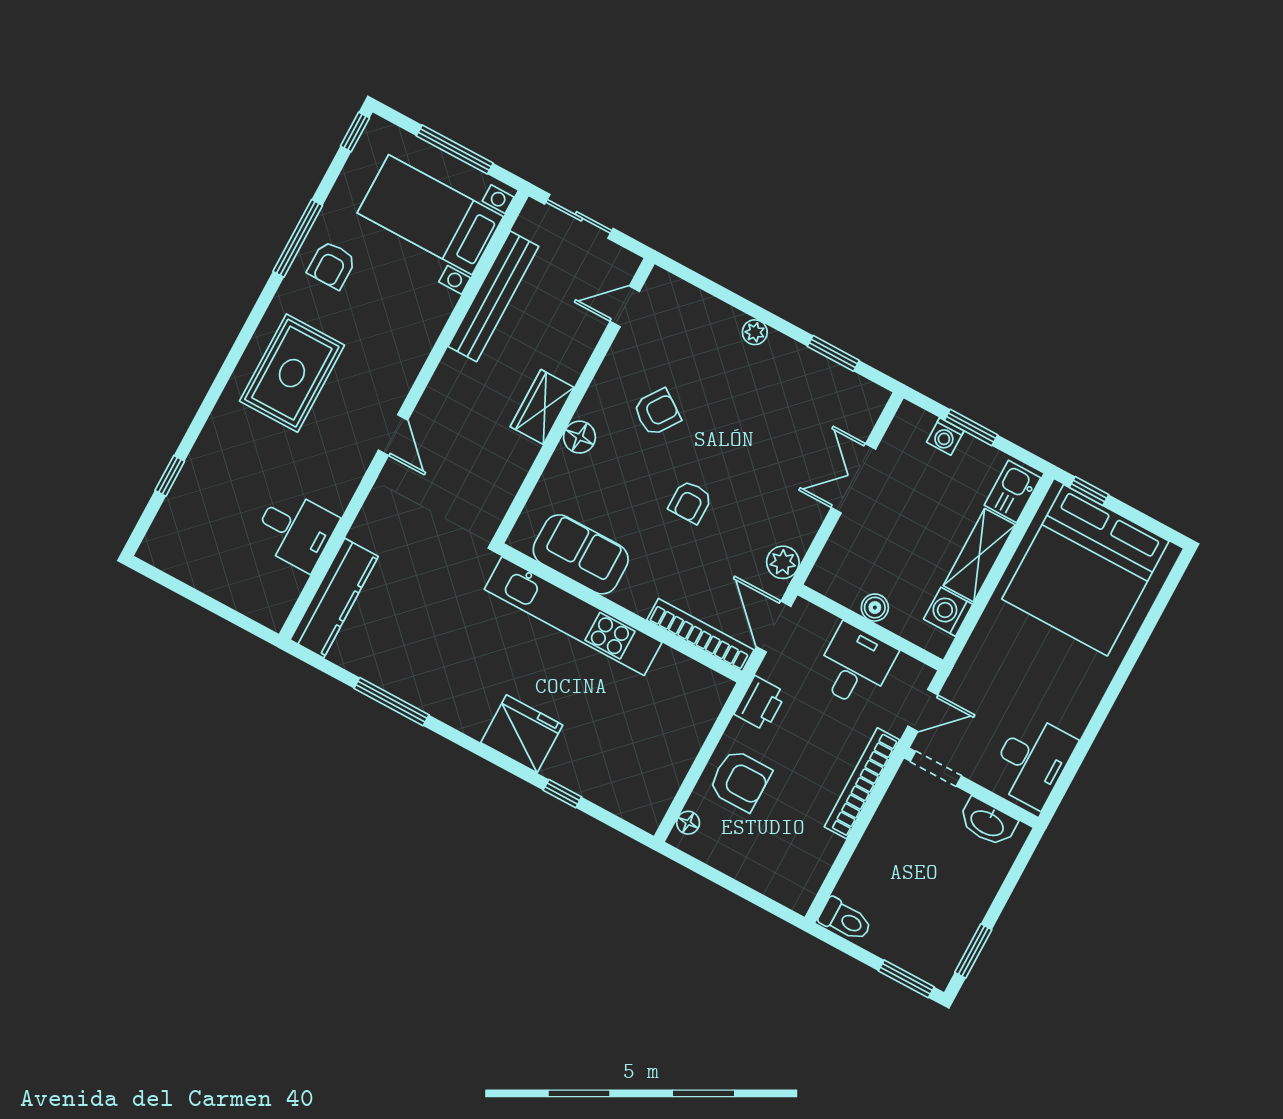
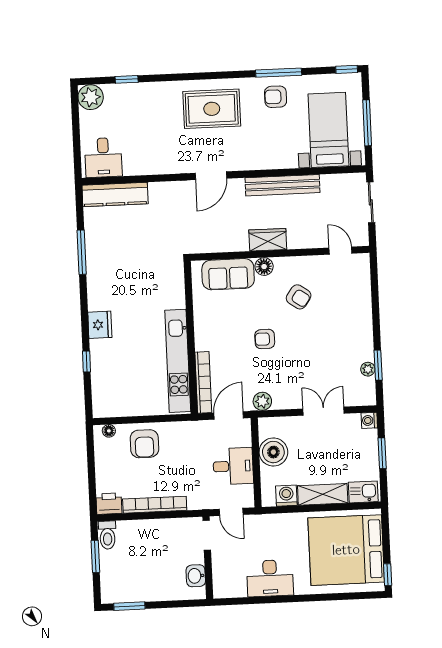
bench: (493, 296) -> (282, 185), moved
plant: (755, 332) -> (368, 369), moved
door: (393, 435) -> (211, 176), width x1.38
washing machine: (945, 436) -> (369, 420), moved
window: (1089, 491) -> (388, 575), moved
desk: (295, 530) -> (103, 158), moved
plant: (164, 547) -> (91, 97), added
sofa: (581, 554) -> (228, 274), moved, turned 90
boiler: (875, 608) -> (273, 452), width x1.86, depth x1.86
kitchen unit: (573, 616) -> (178, 361), moved
printer: (760, 703) -> (109, 504), moved, turned 180
fridge: (522, 734) -> (100, 325), width x0.73, depth x0.75
desk: (1032, 761) -> (270, 578), moved
bookcase: (862, 783) -> (155, 505), moved
washbasin: (988, 822) -> (196, 576), width x0.72
window: (906, 979) -> (95, 556), moved

